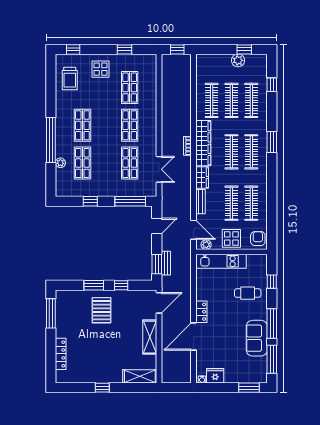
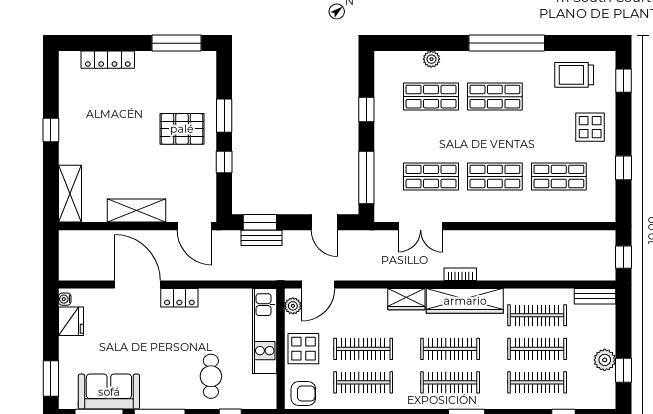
window: (51, 140) -> (507, 43), moved
bench: (200, 202) -> (595, 296), moved
sofa: (257, 338) -> (109, 392), moved

